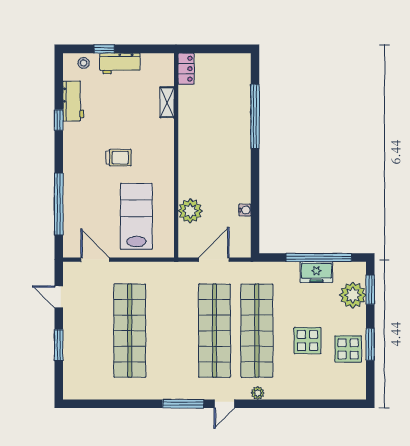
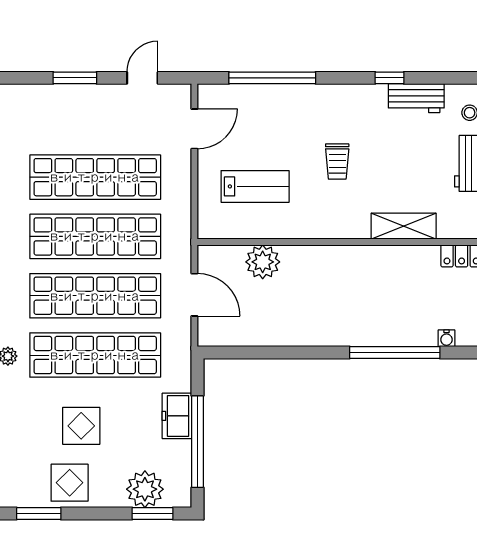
shelving: (167, 102) -> (404, 226), width x1.50, depth x1.33
water cooler: (245, 210) -> (446, 338), moved
lab bench: (136, 216) -> (255, 186), width x0.73, depth x0.72
freezer: (316, 272) -> (177, 416), moved
shop shelf: (172, 331) -> (95, 236), added
window: (370, 344) -> (39, 514), moved

